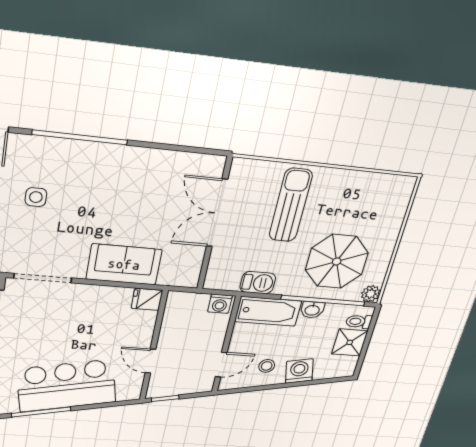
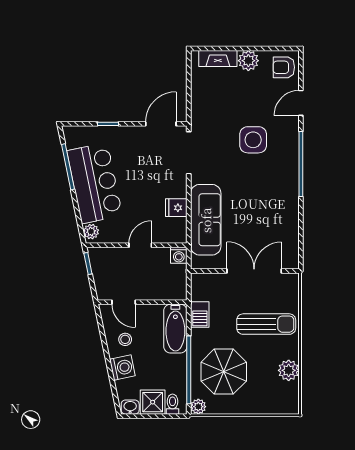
plant: (358, 184) -> (289, 370), added
side table: (36, 197) -> (253, 140), width x1.87, depth x1.87
sofa: (124, 264) -> (206, 220), width x1.36
fridge: (147, 299) -> (176, 208), moved, turned -90
washing machine: (220, 304) -> (179, 255), moved, turned -90
washbasin: (312, 310) -> (130, 407), moved, turned 90
door: (150, 361) -> (140, 245), moved
plant: (127, 393) -> (91, 232), added

